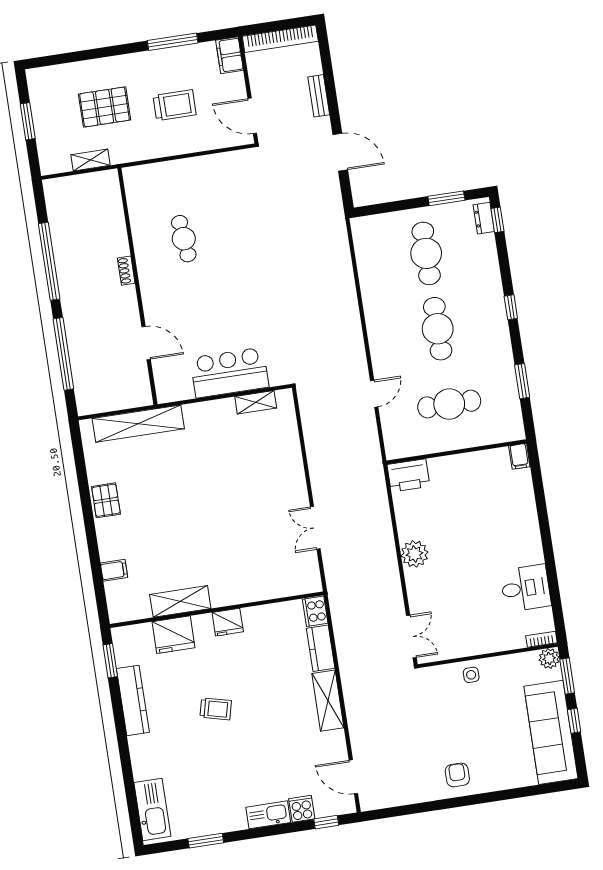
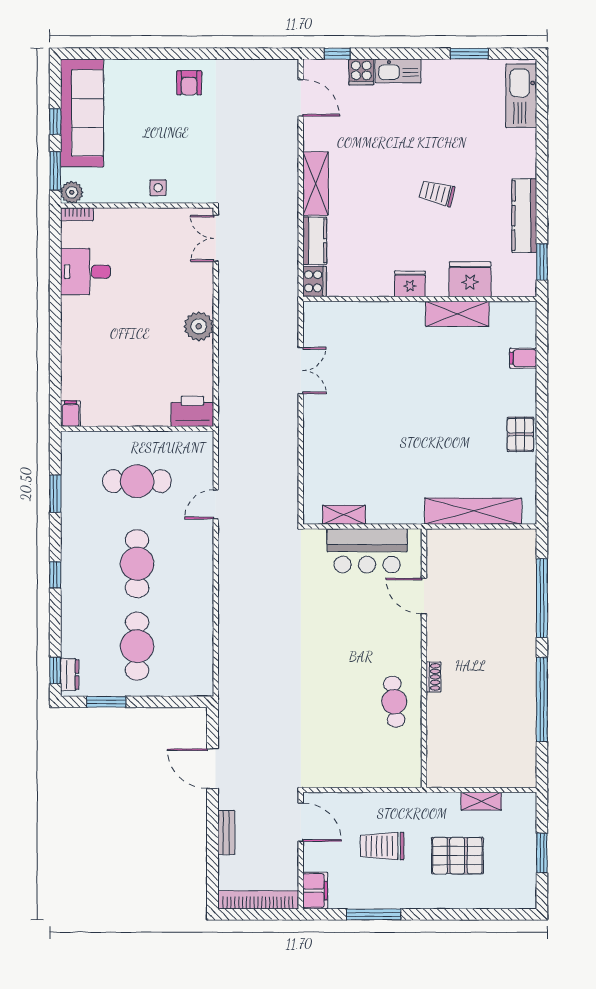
shoe rack: (126, 271) -> (433, 677), moved
wall: (137, 286) -> (424, 658), moved
door: (146, 343) -> (424, 596), moved

